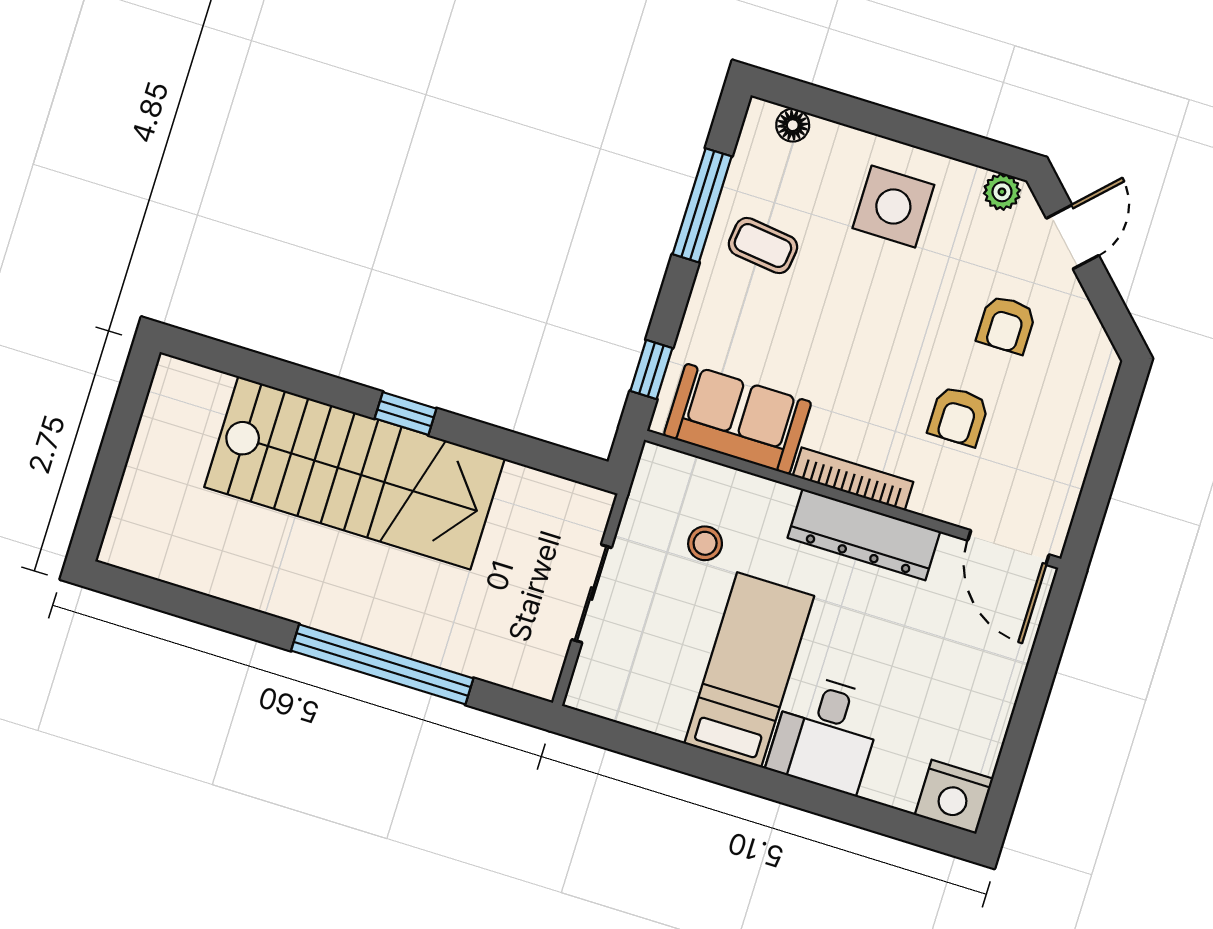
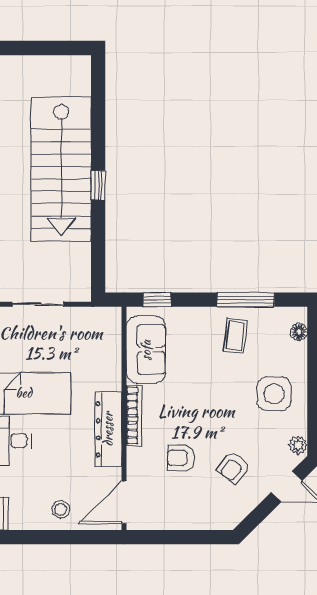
armchair: (1006, 325) -> (233, 467), turned -52
stool: (705, 543) -> (61, 510), moved

